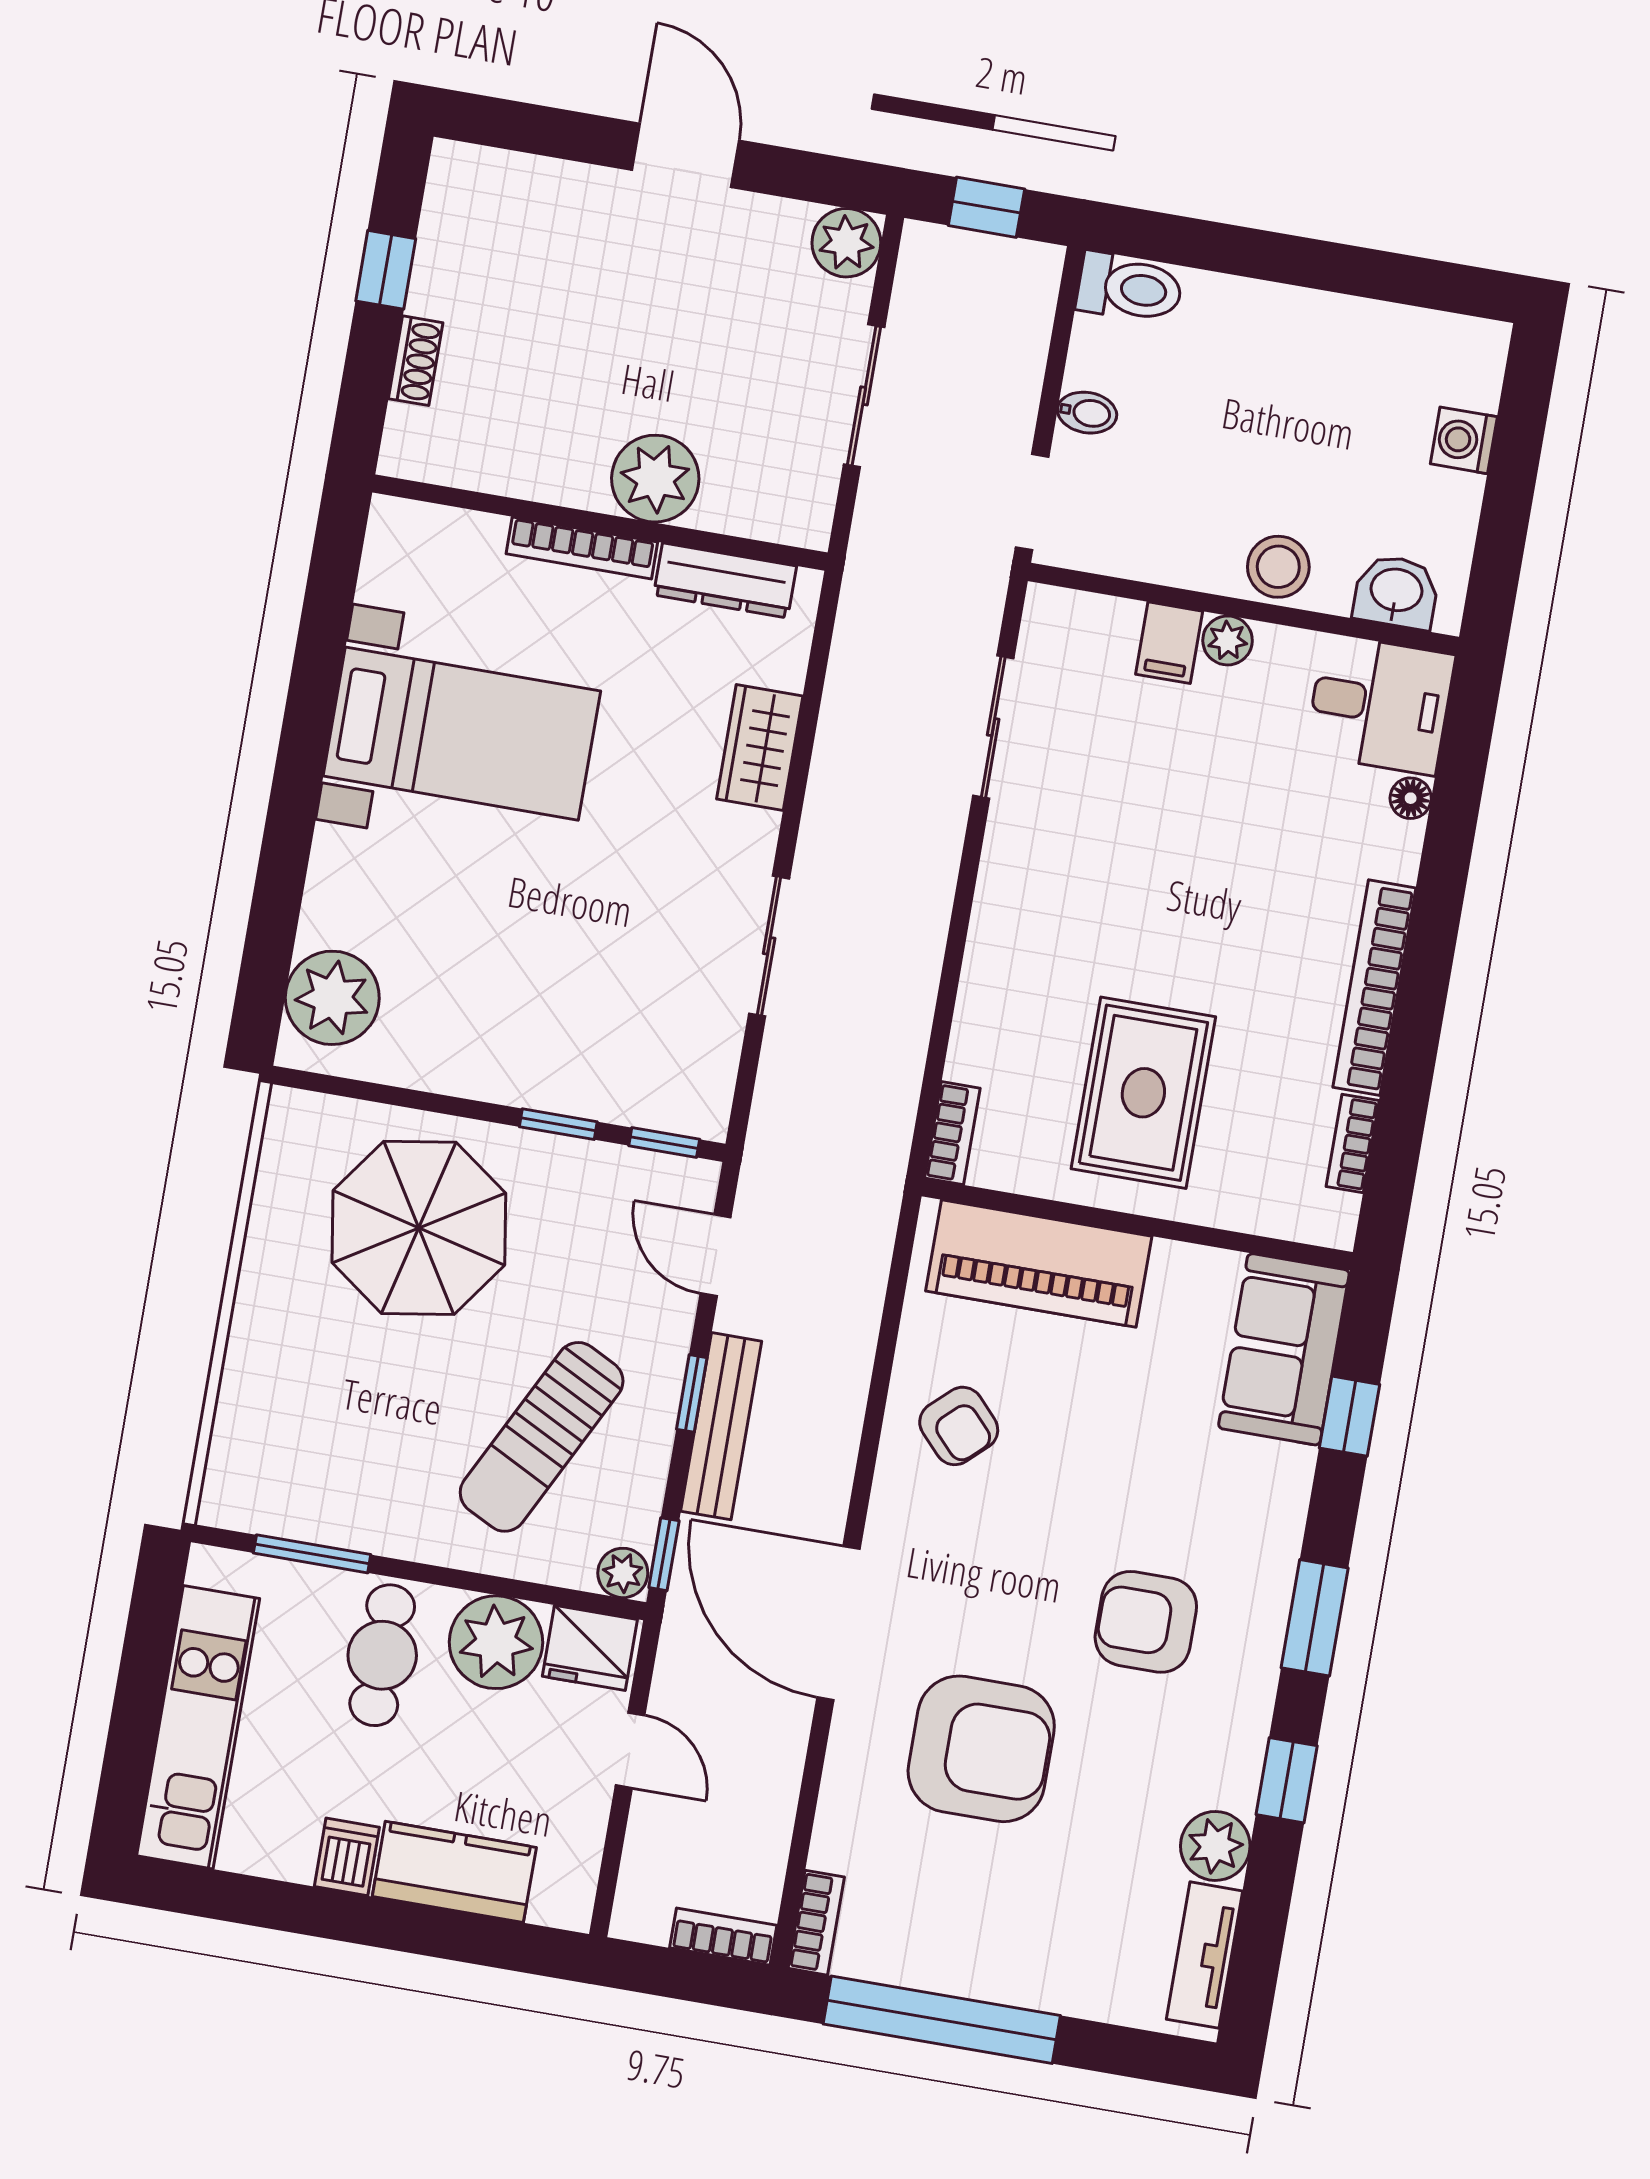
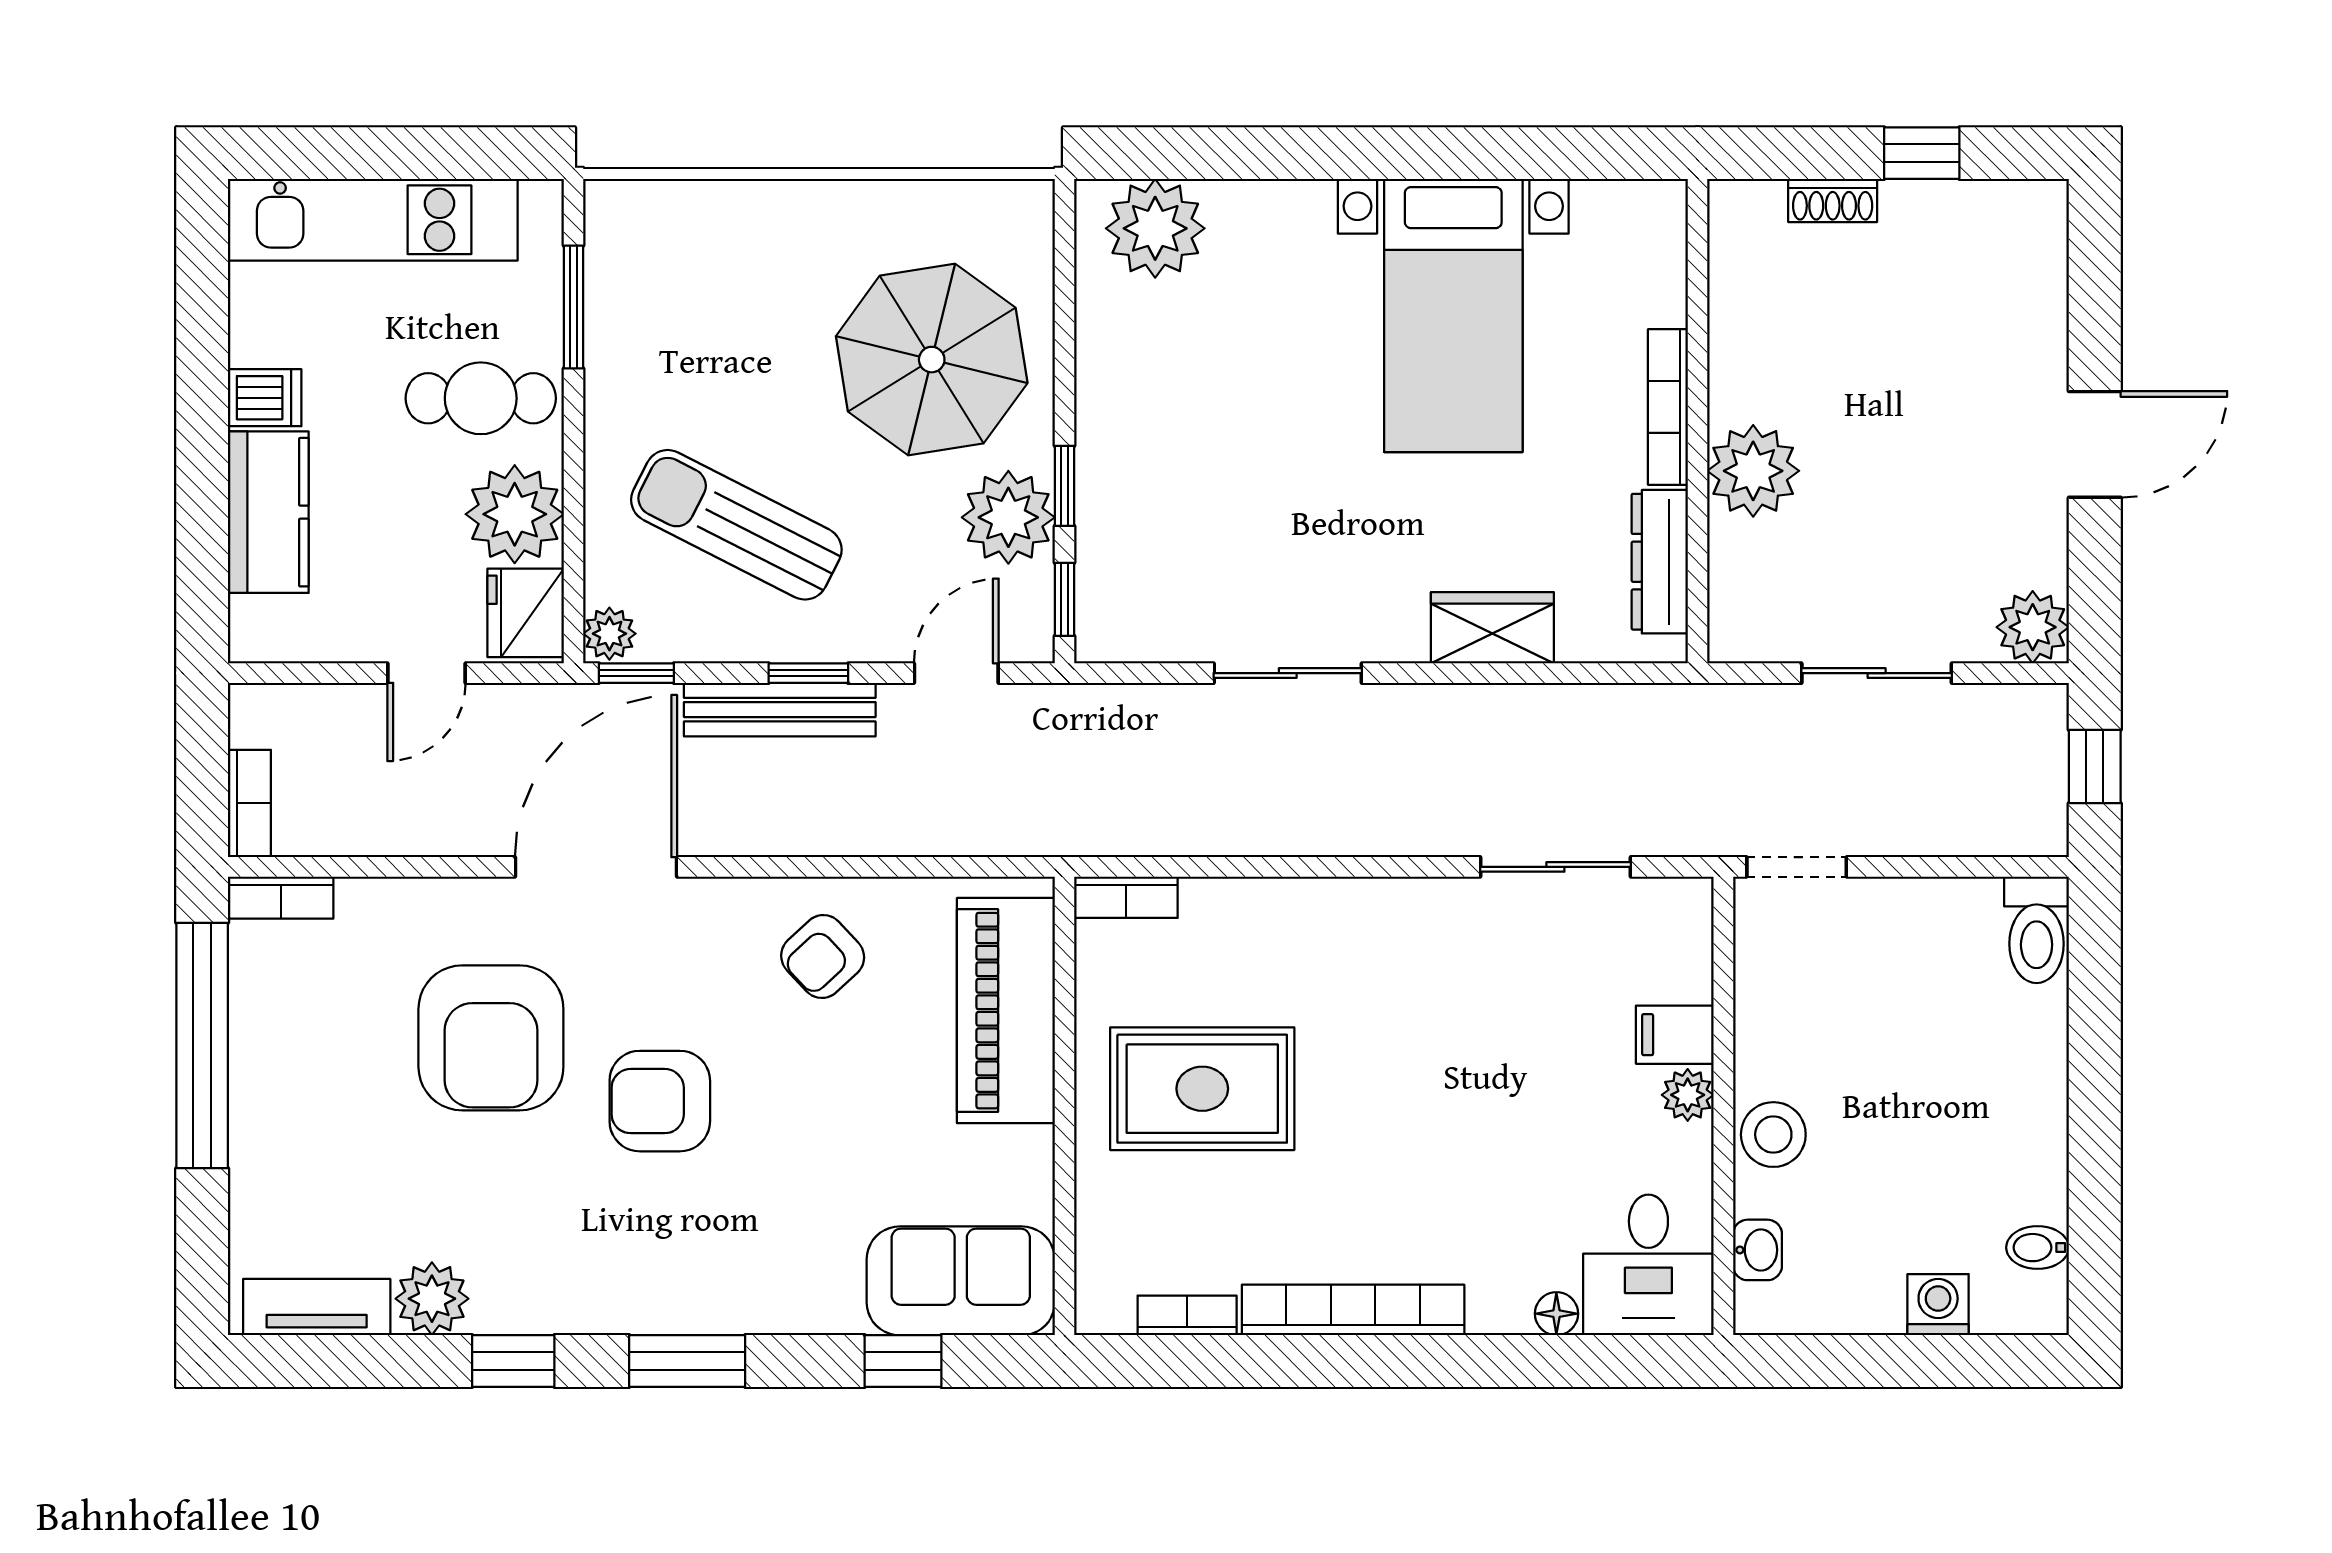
bidet: (1087, 413) -> (2038, 1248), moved, turned 90
washbasin: (1396, 592) -> (1757, 1250), width x0.72, depth x0.69
plant: (578, 1182) -> (1008, 517), added
armchair: (1146, 1622) -> (660, 1101), moved, turned -90

